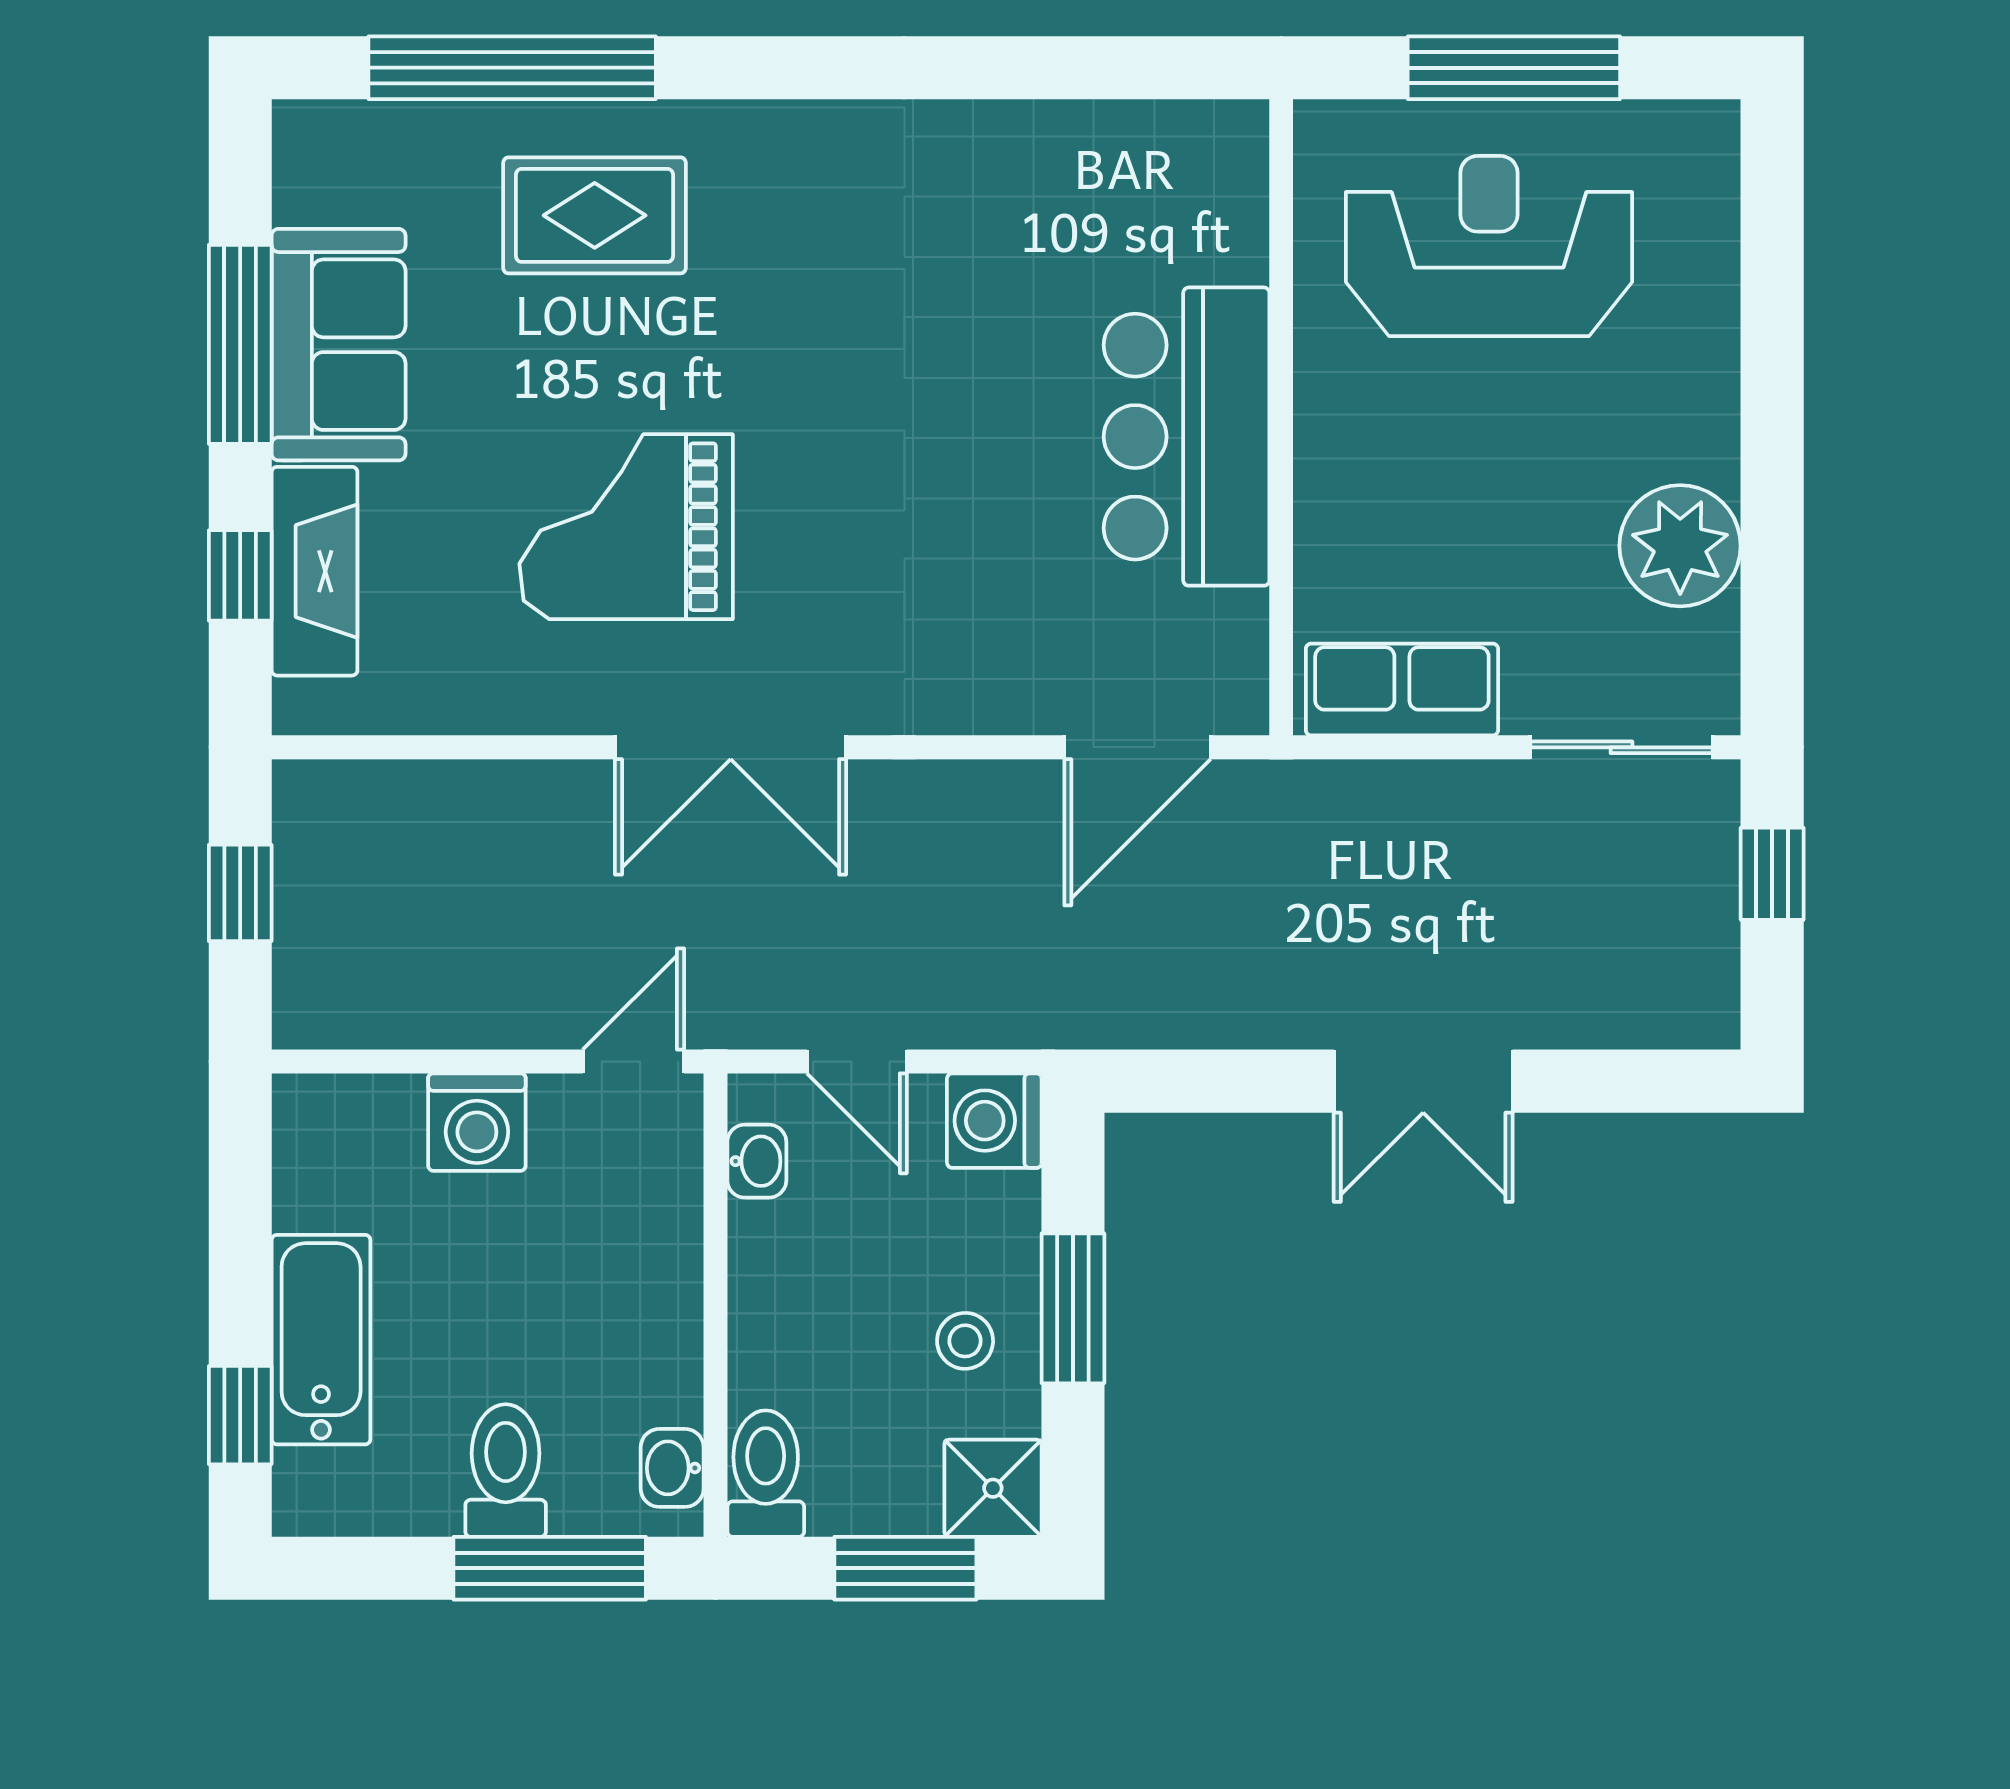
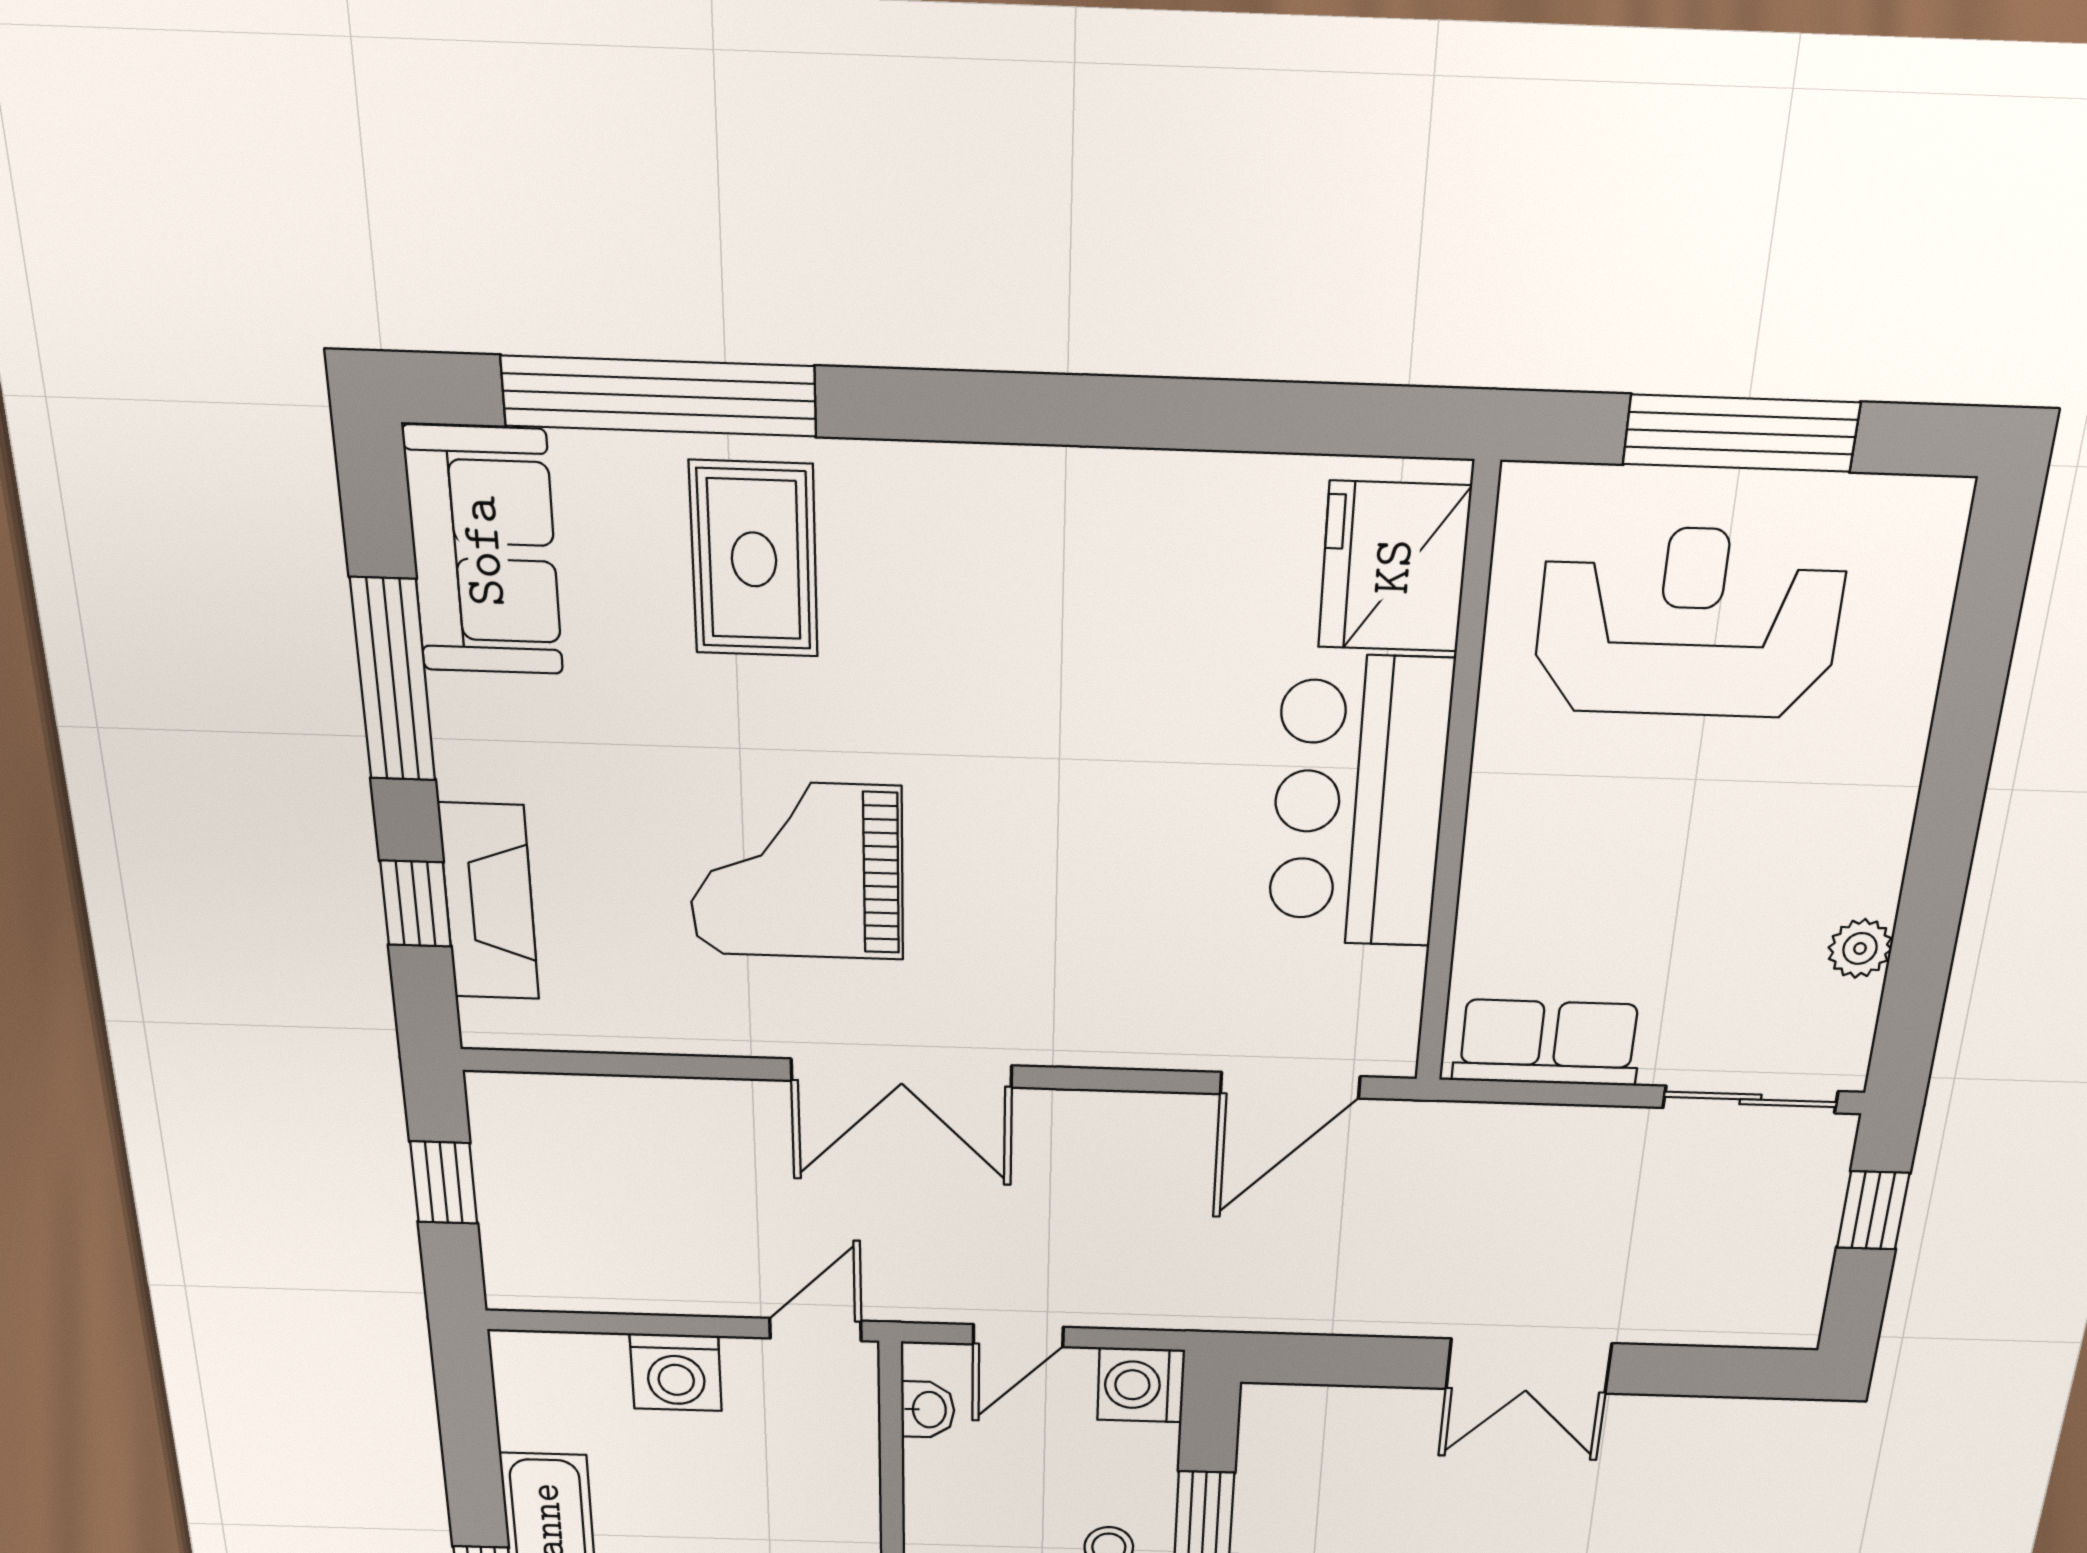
fridge: (1202, 202) -> (1394, 567), added
rug: (595, 215) -> (754, 559), turned 90
sofa: (339, 345) -> (484, 551), moved
plant: (1680, 546) -> (1860, 948), width x0.53, depth x0.53
door: (857, 1062) -> (1018, 1336), hinge flipped

